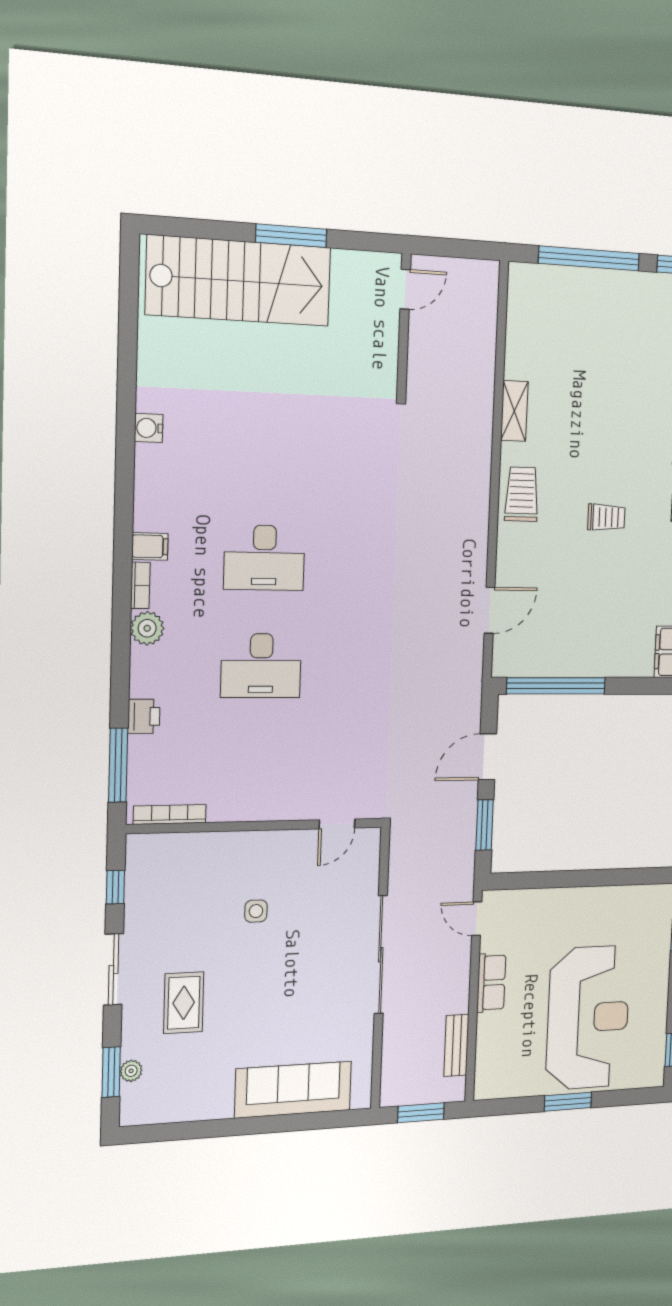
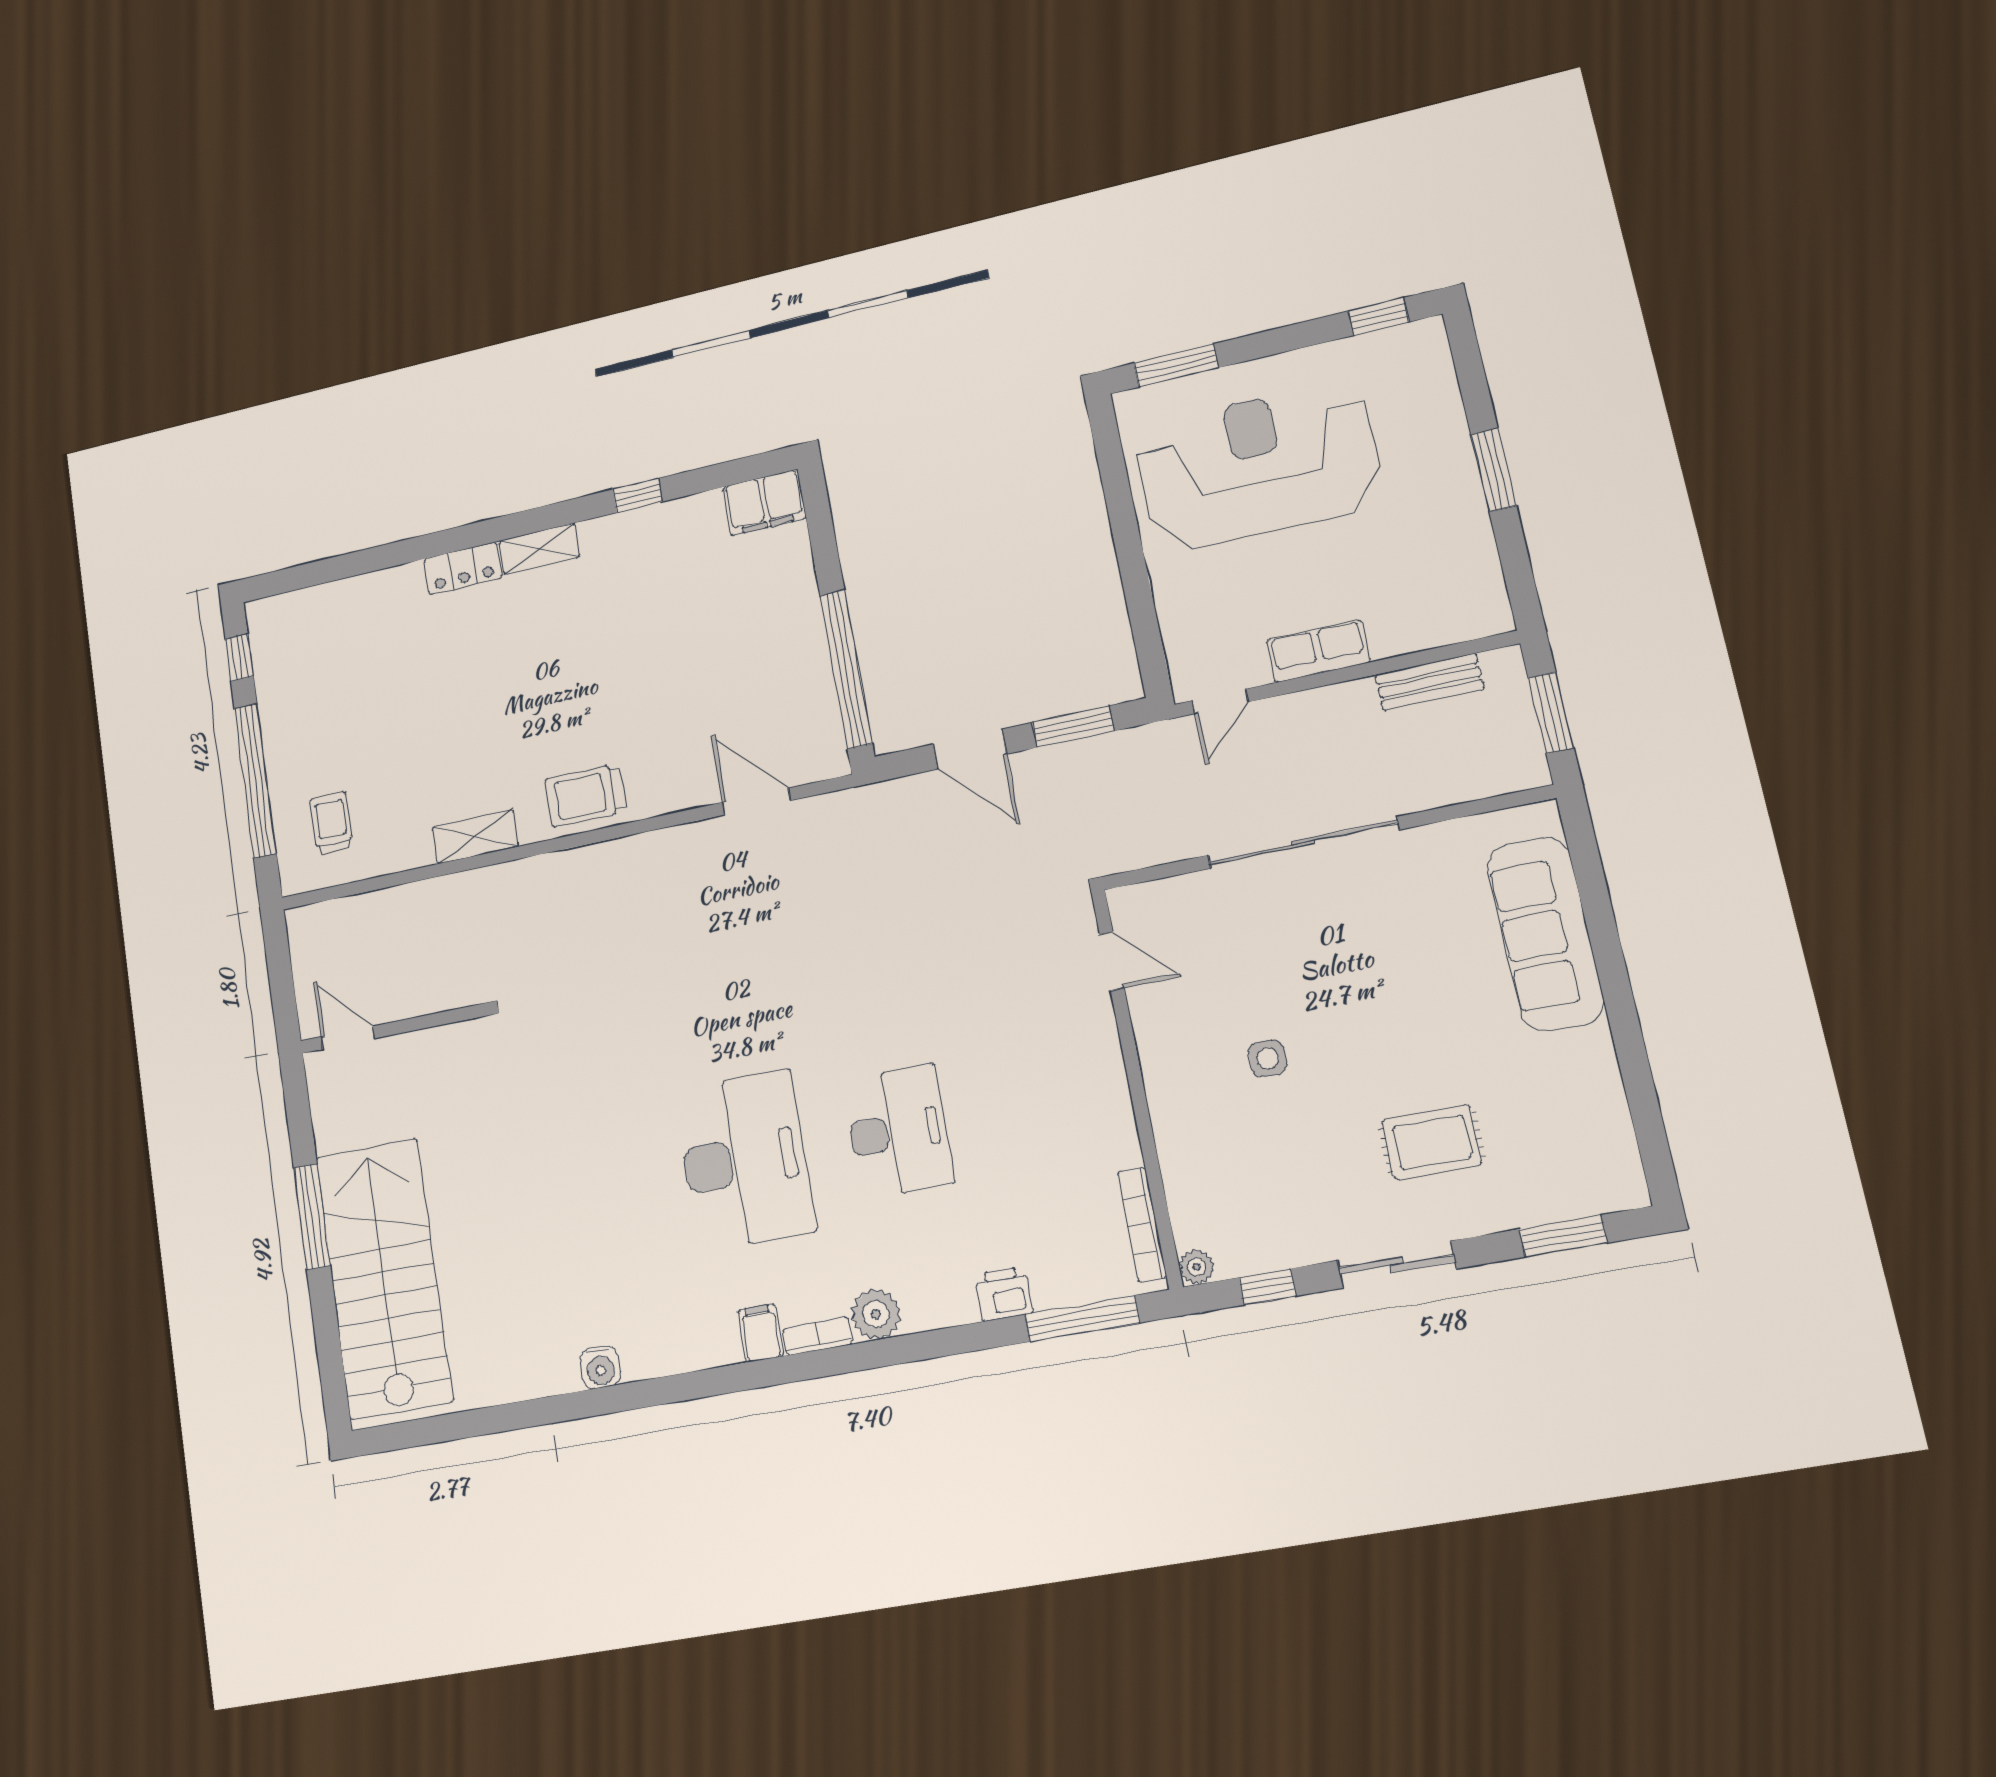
trolley: (606, 517) -> (331, 823), moved
desk: (264, 558) -> (745, 1160), width x1.36, depth x1.30
reception desk: (588, 1018) -> (1258, 466), moved
plant: (131, 1071) -> (1197, 1267), moved

